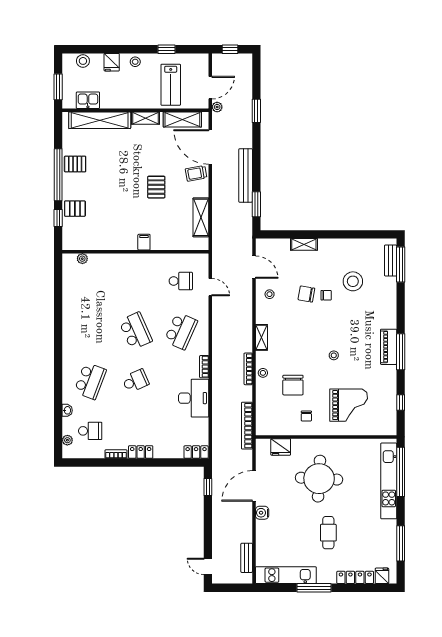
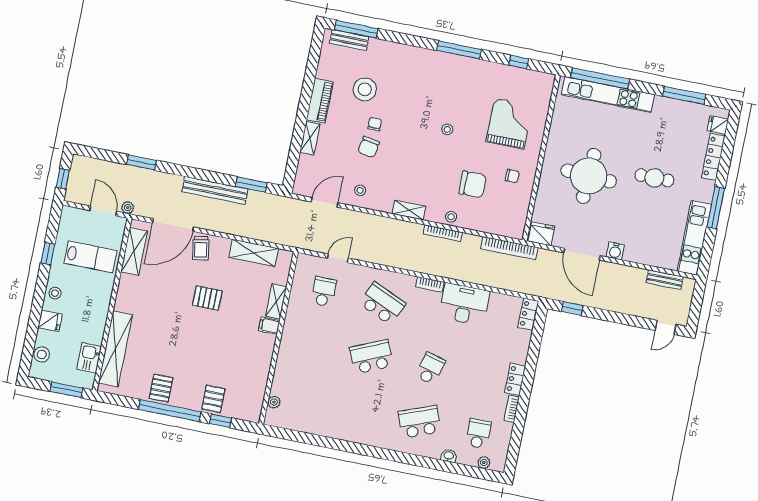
shelving: (146, 118) -> (276, 301), moved
piano: (389, 347) -> (320, 101), moved, turned -90
school desk: (90, 381) -> (420, 422), turned -42
school desk: (135, 381) -> (430, 369), turned 39
fridge: (281, 447) -> (541, 234), moved, turned -90

